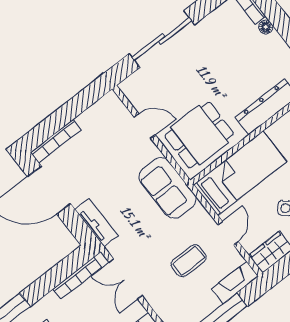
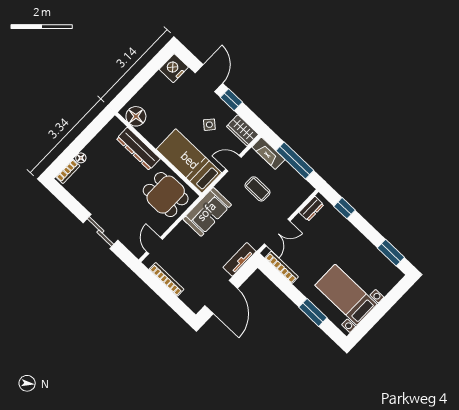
sliding door: (162, 39) -> (100, 232), width x0.73
door: (145, 126) -> (155, 246), moved
bookcase: (56, 141) -> (166, 279), moved

